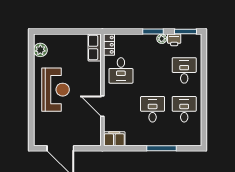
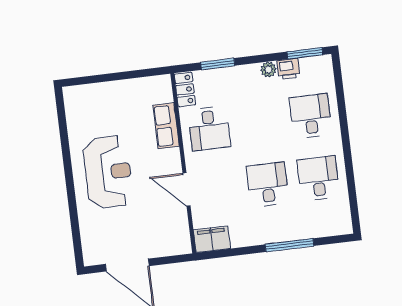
window: (153, 32) -> (218, 64), moved
row of seats: (95, 47) -> (166, 126), moved
plant: (40, 50) -> (76, 111), removed

